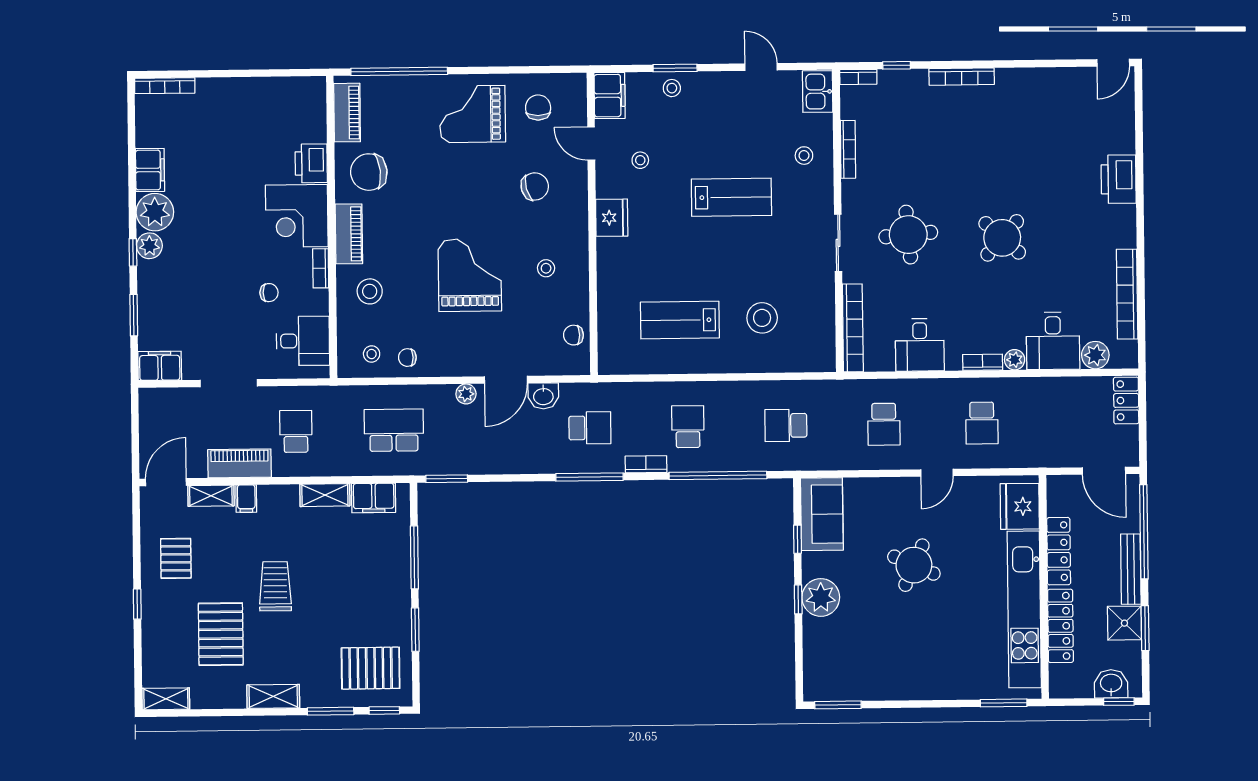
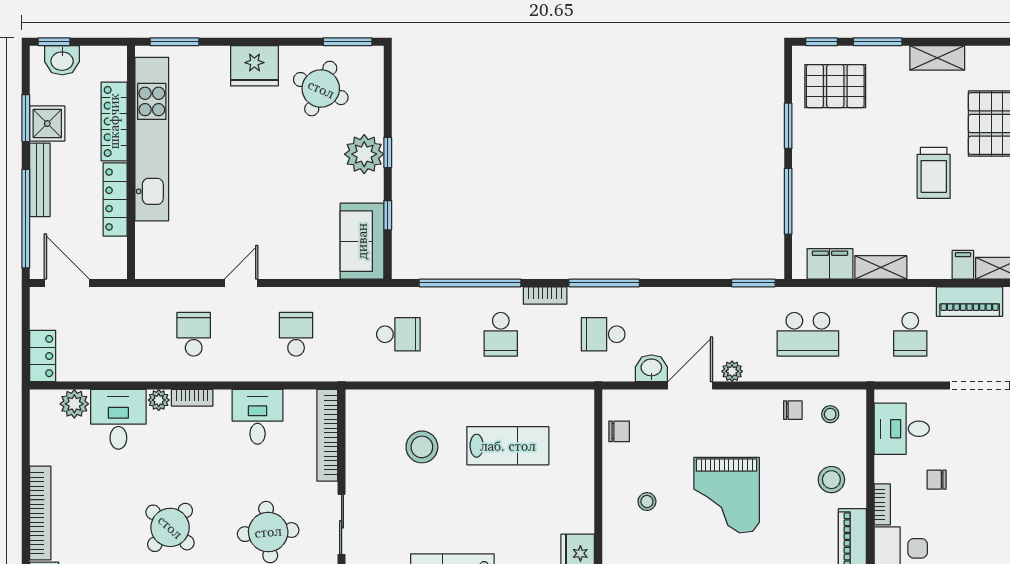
bookcase: (1127, 294) -> (40, 513), moved
fridge: (1020, 506) -> (254, 66), moved, turned 90
round table: (914, 565) -> (321, 89), moved

